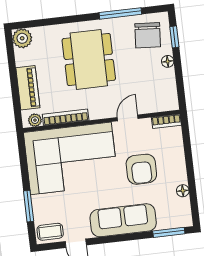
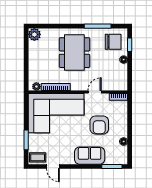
chair: (148, 35) -> (113, 42), turned -94
piano: (28, 88) -> (34, 66), removed
sofa: (123, 220) -> (90, 156), width x0.73

